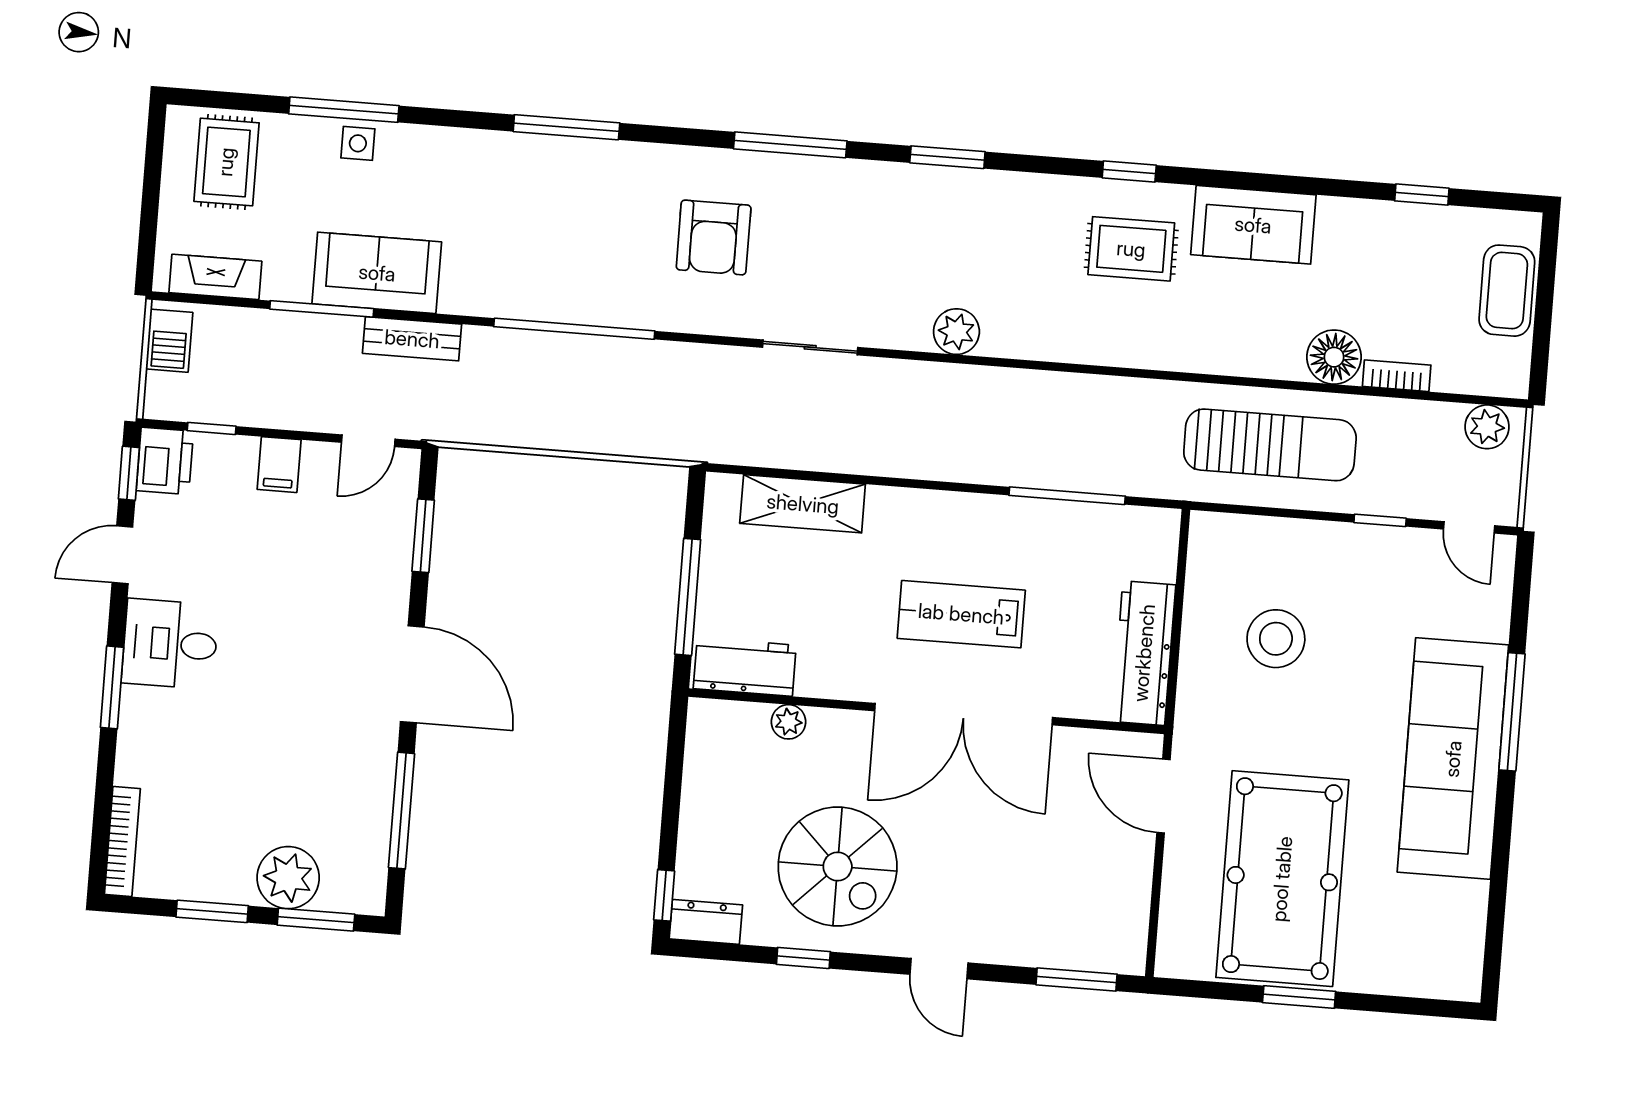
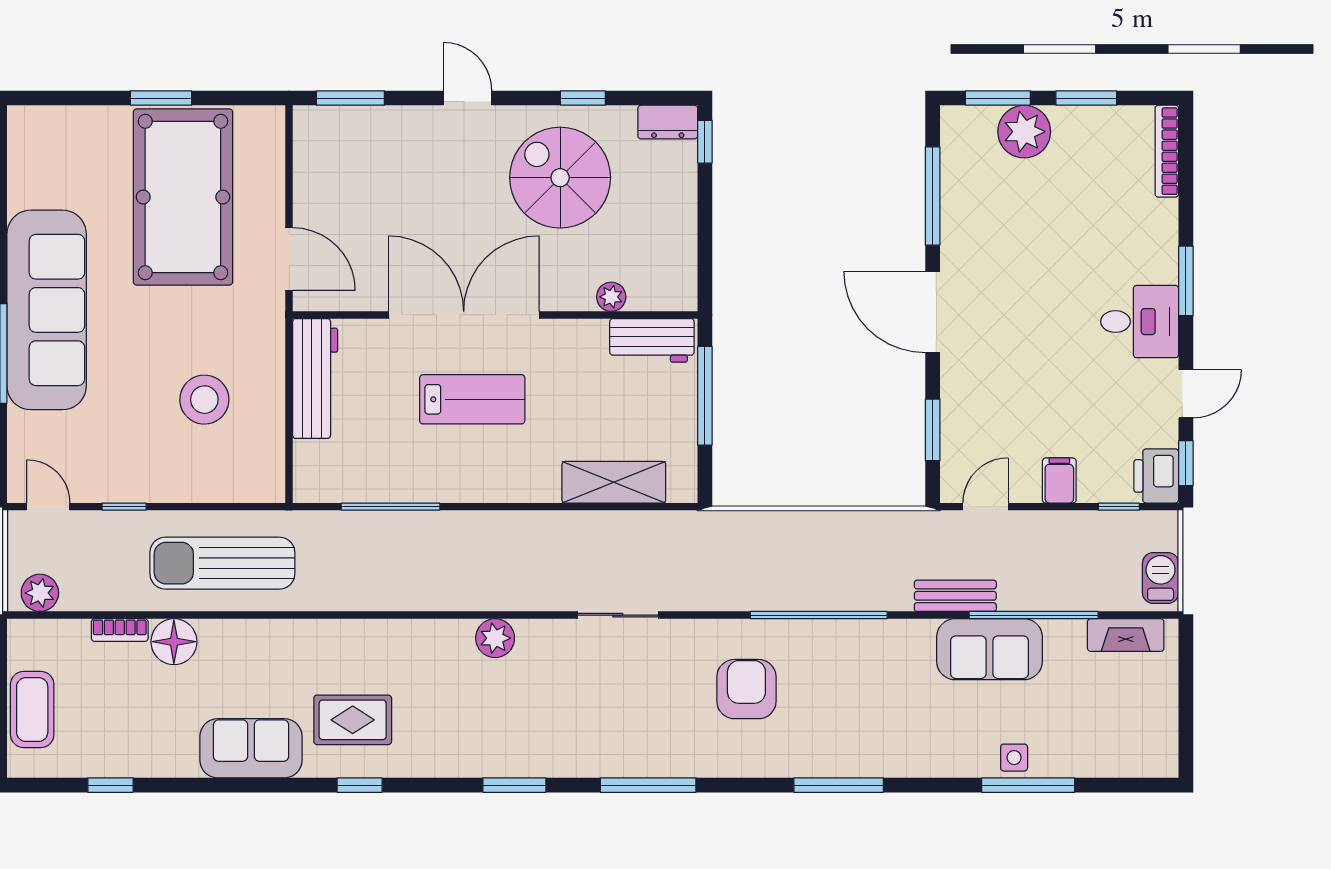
rug: (226, 162) -> (1124, 733), removed
armchair: (714, 237) -> (746, 689), moved
window: (322, 309) -> (1034, 615), width x1.46

